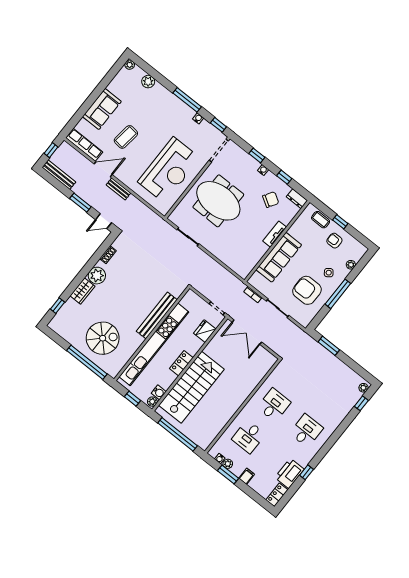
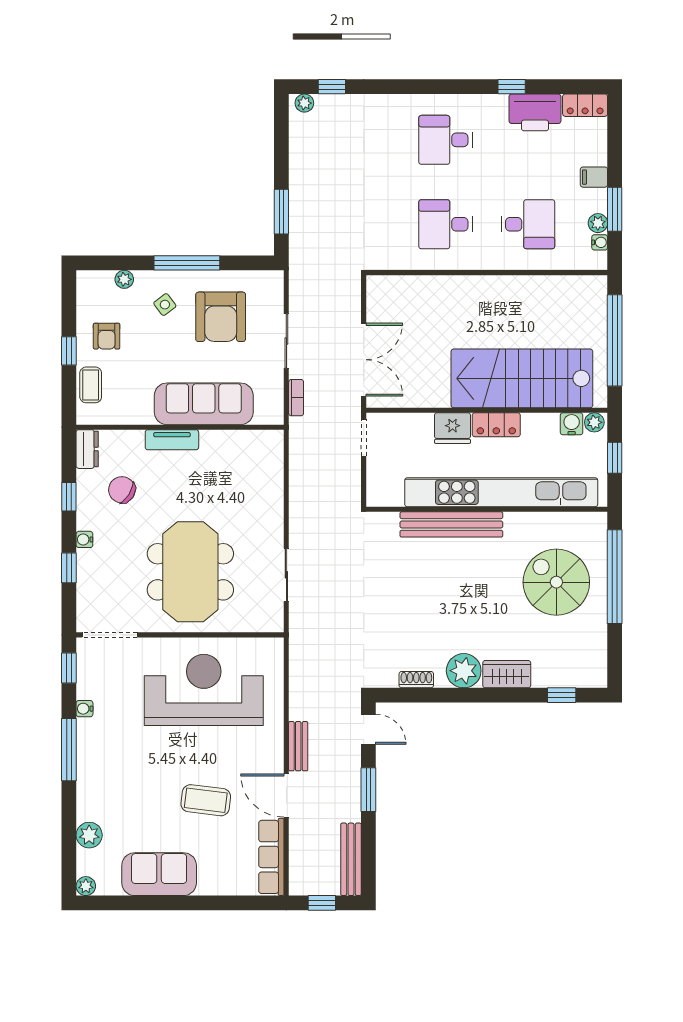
sofa: (102, 109) -> (159, 874), moved
fridge: (205, 331) -> (453, 428), moved

